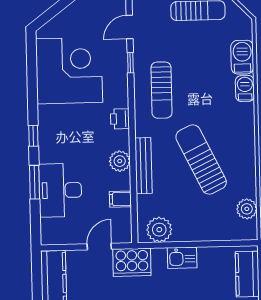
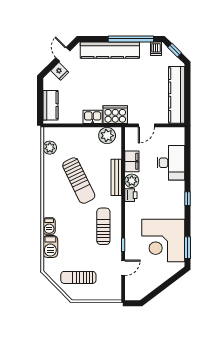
printer: (120, 119) -> (131, 195), moved
window: (35, 182) -> (187, 248), moved
filing cabinet: (120, 199) -> (132, 161), width x2.00
cooker: (132, 262) -> (115, 115), moved

